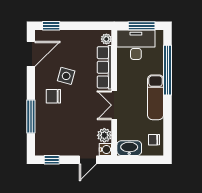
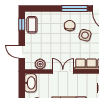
window: (31, 116) -> (74, 9), moved
coffee table: (52, 146) -> (32, 25), added
water cooler: (105, 150) -> (29, 65), removed

